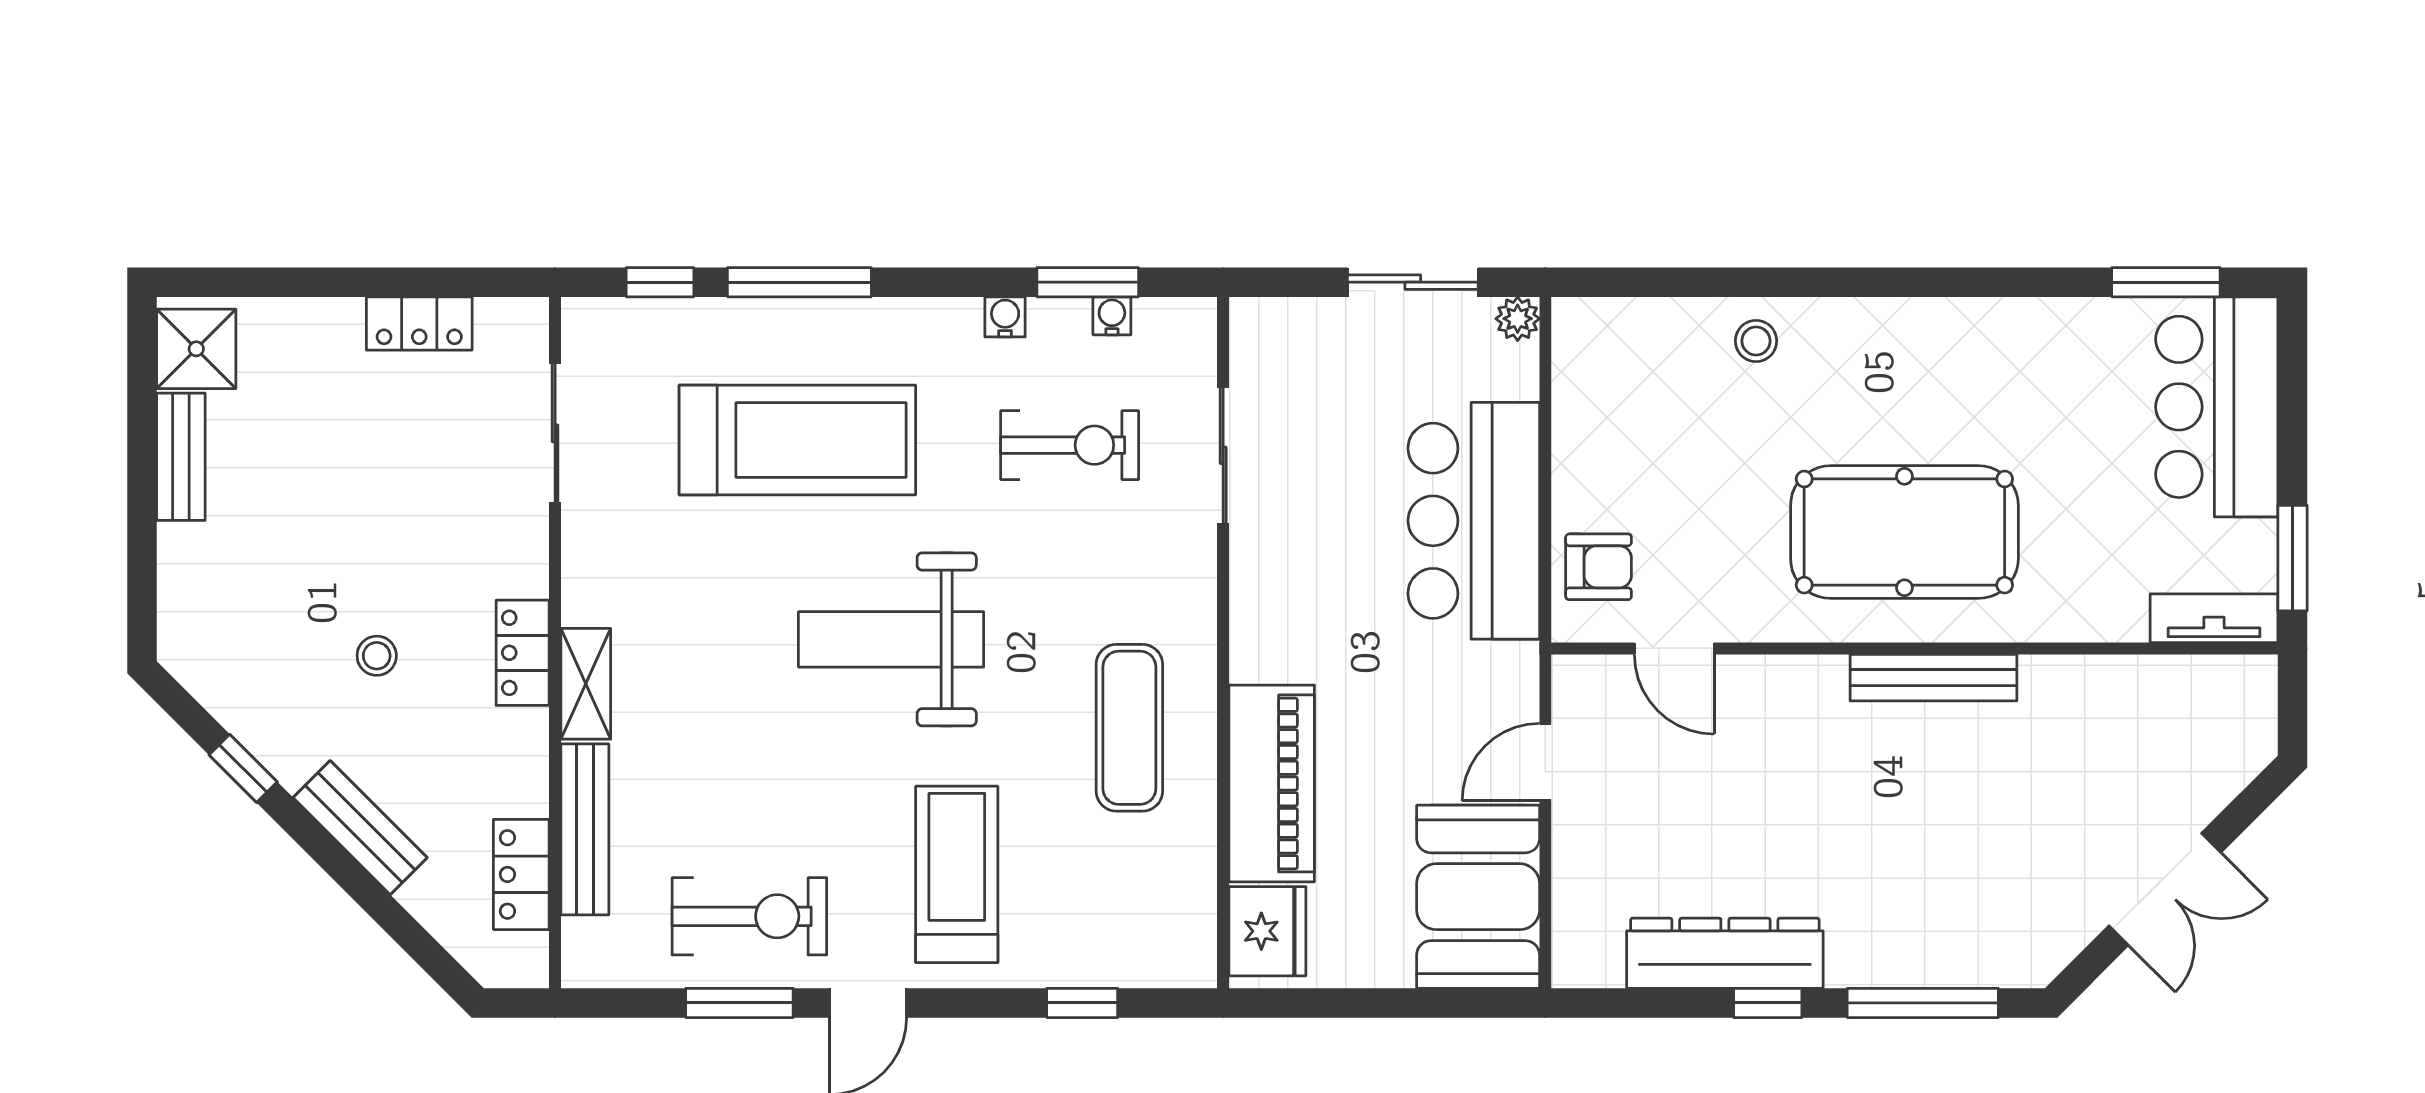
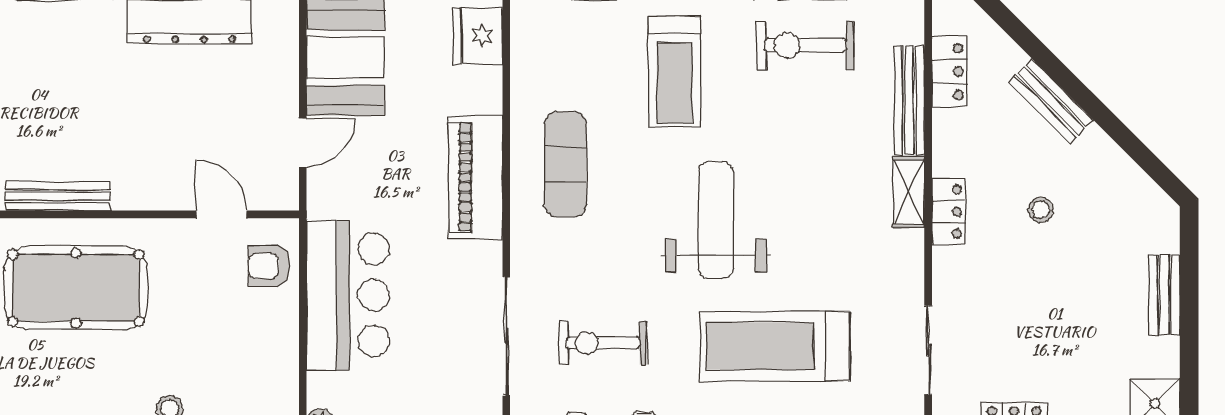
sliding door: (1223, 455) -> (506, 336), width x1.37
bench: (181, 457) -> (1164, 295), moved
weight bench: (891, 639) -> (716, 220), turned -90
window: (243, 768) -> (1125, 139), removed
piano: (1272, 783) -> (476, 177), moved

